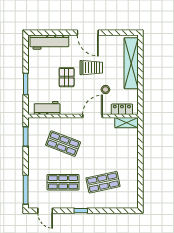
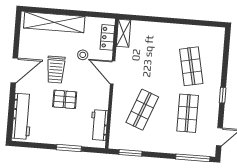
trolley: (91, 68) -> (56, 70), turned 180

